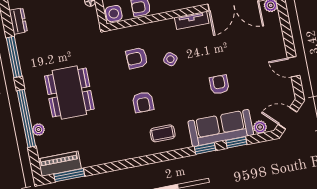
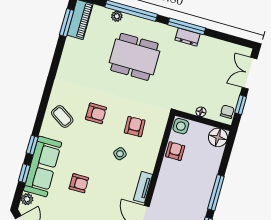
dresser: (18, 21) -> (188, 37), moved
armchair: (143, 102) -> (96, 113), turned 180
coffee table: (163, 133) -> (62, 117), turned -57

